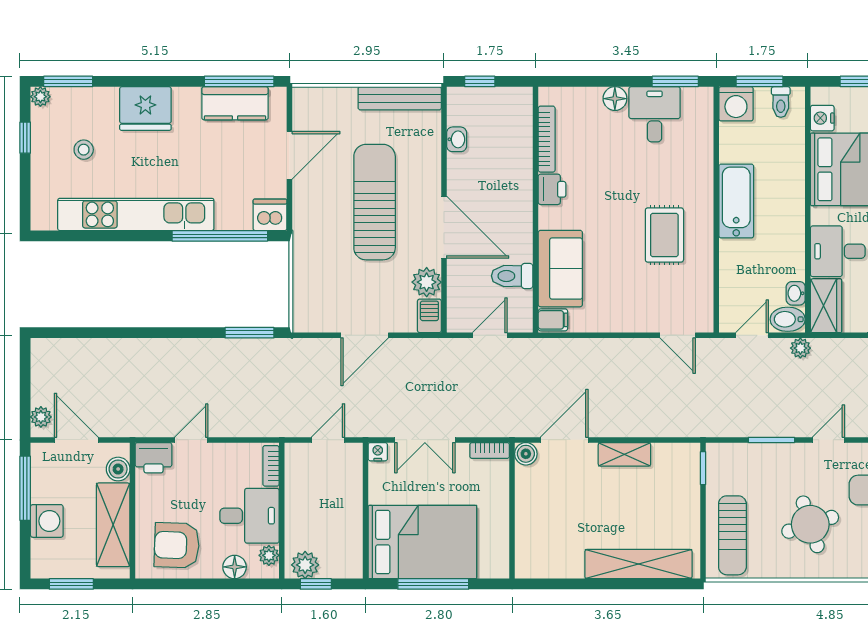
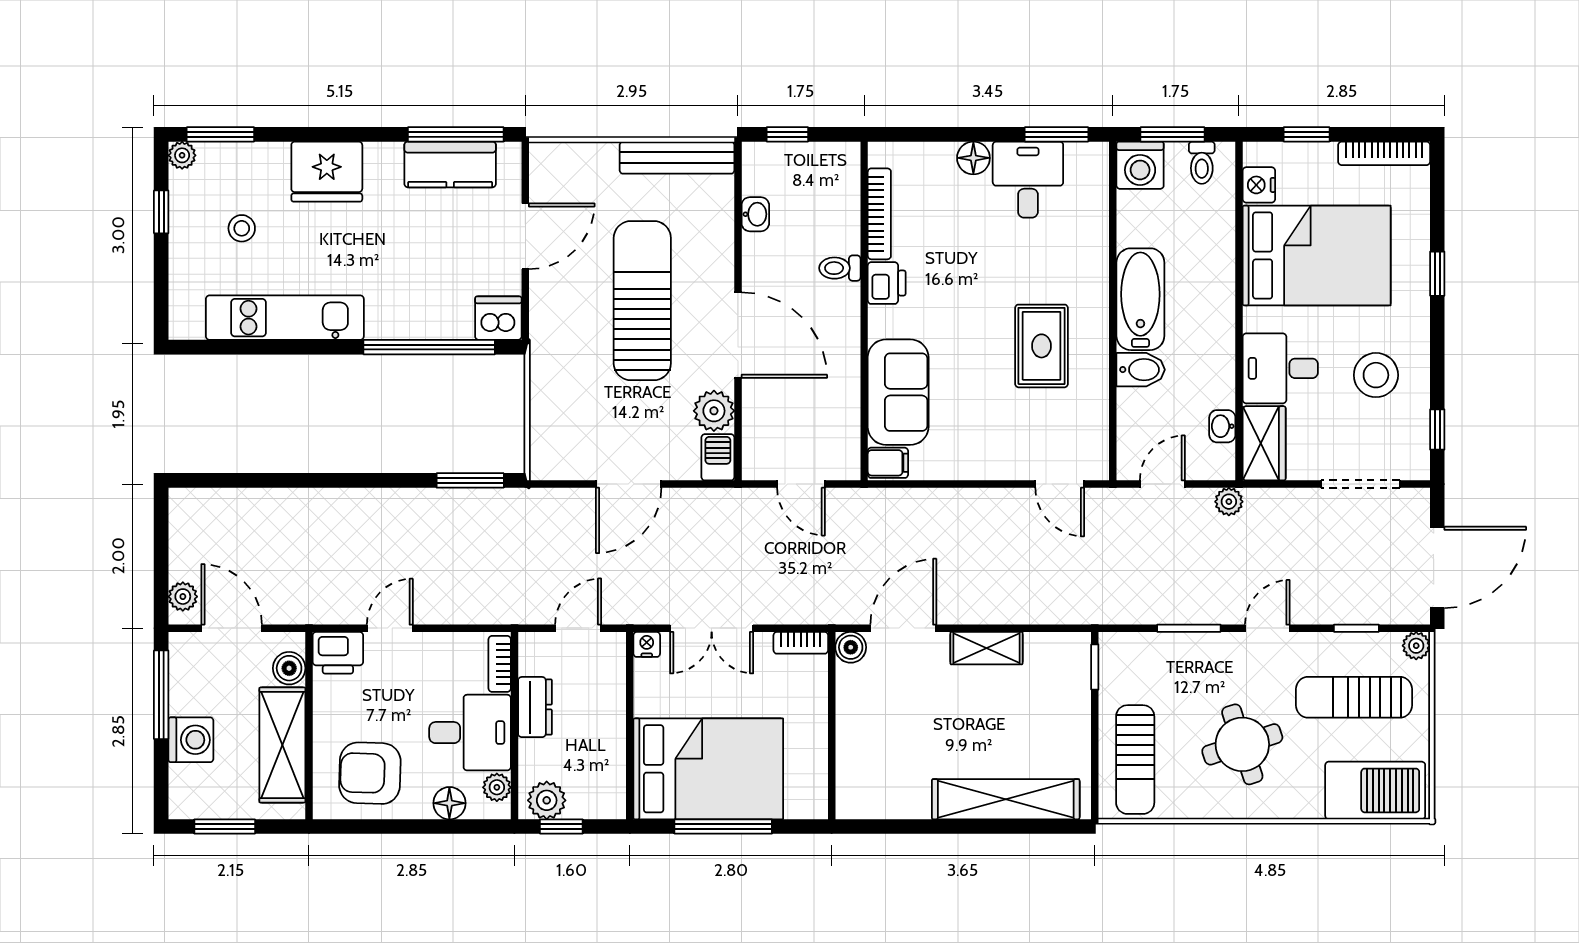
kitchen unit: (136, 214) -> (285, 318), width x0.73
toilet: (512, 276) -> (840, 268), moved, width x0.73, depth x0.72
bidet: (788, 319) -> (1141, 370), moved, turned 180
door: (490, 335) -> (801, 484), swing flipped
dresser: (297, 497) -> (535, 707), added

